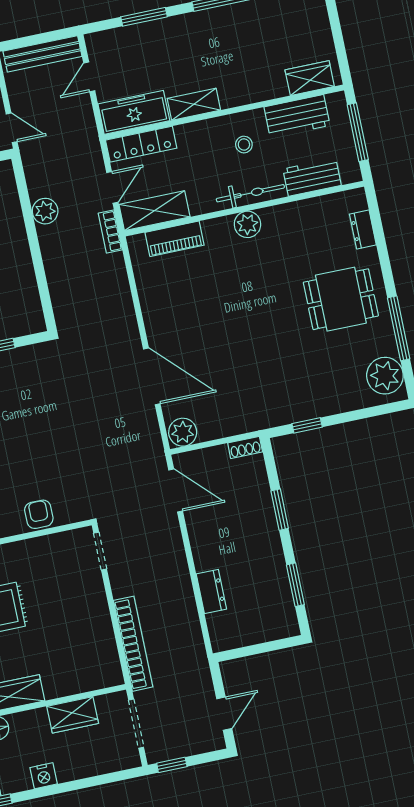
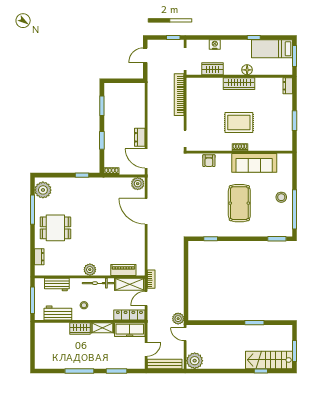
wardrobe: (310, 78) -> (80, 329), moved
bicycle: (250, 193) -> (98, 283), moved
plant: (45, 211) -> (178, 319), moved
dresser: (211, 591) -> (140, 137), moved
nightstand: (44, 776) -> (215, 45), moved

